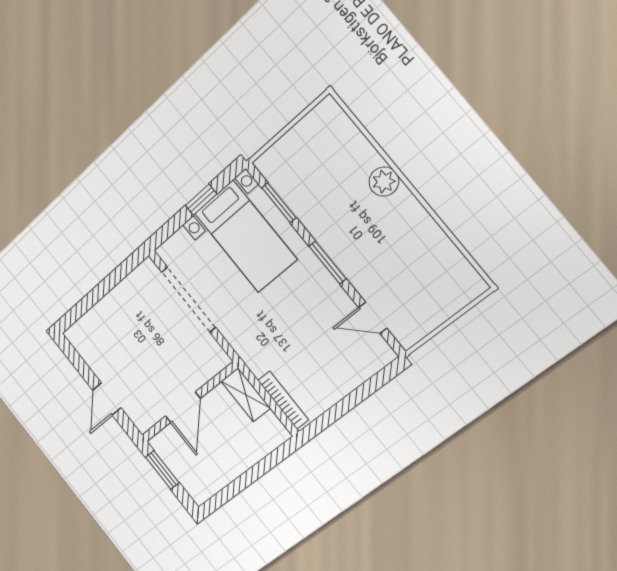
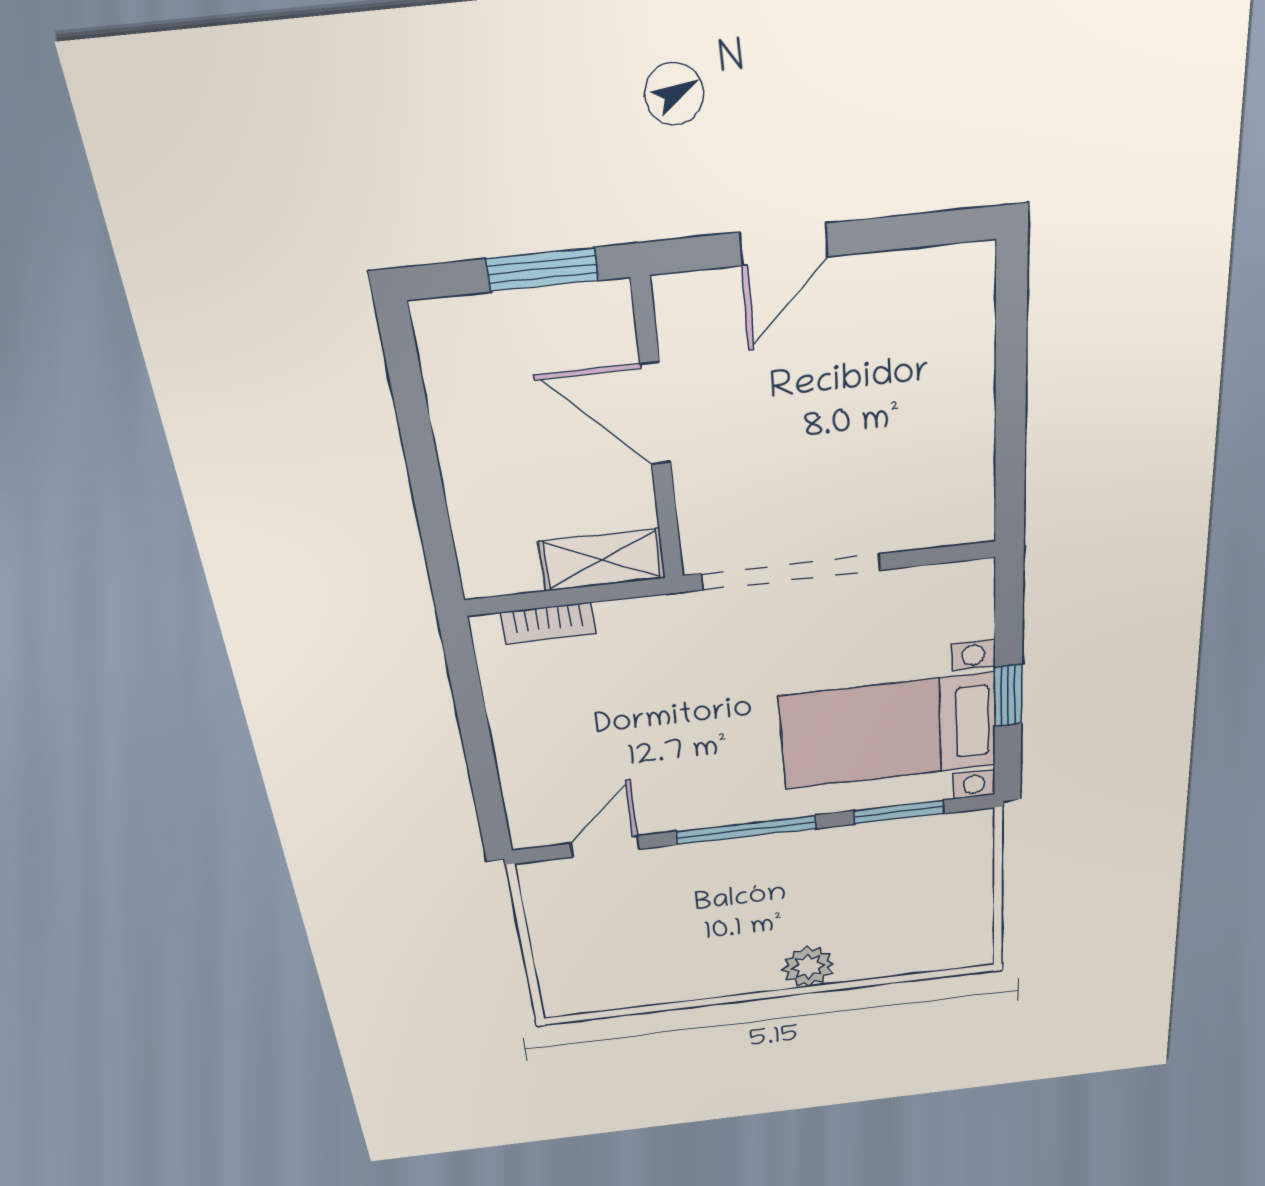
window: (328, 262) -> (746, 830), width x1.44
doorway: (189, 300) -> (791, 572), moved
door: (107, 399) -> (784, 245), swing flipped
bookcase: (283, 400) -> (548, 623), width x0.64

